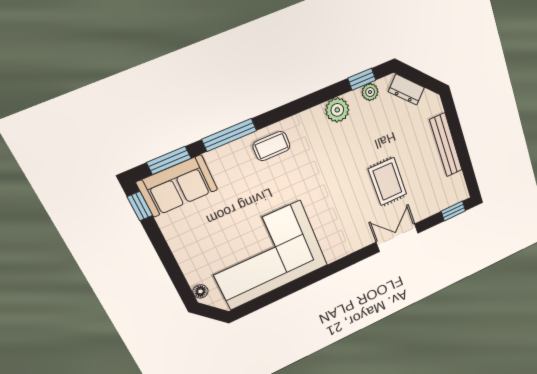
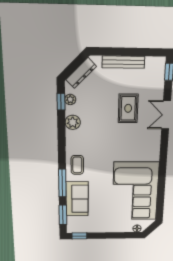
dresser: (406, 90) -> (81, 73), width x1.44
rug: (387, 182) -> (128, 108), turned 90
sofa: (177, 186) -> (77, 199), moved

